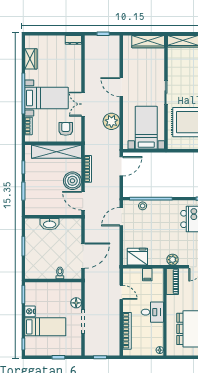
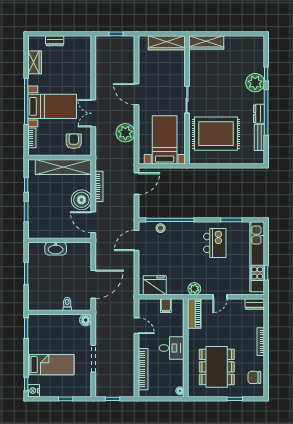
dresser: (73, 40) -> (55, 41), moved
floor lamp: (76, 303) -> (86, 320), moved
nightstand: (30, 311) -> (34, 391), moved

